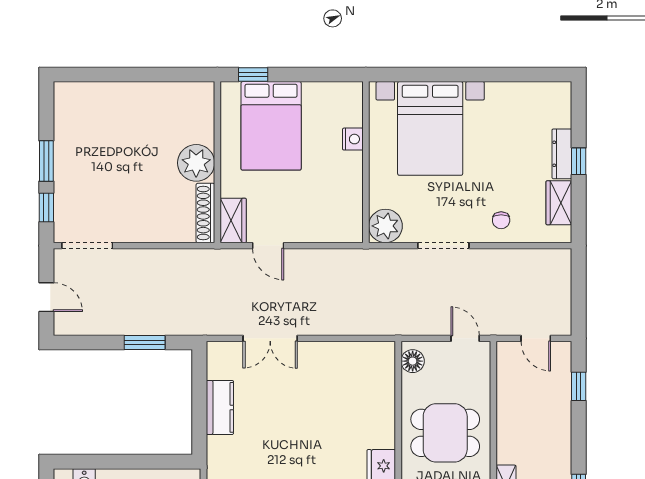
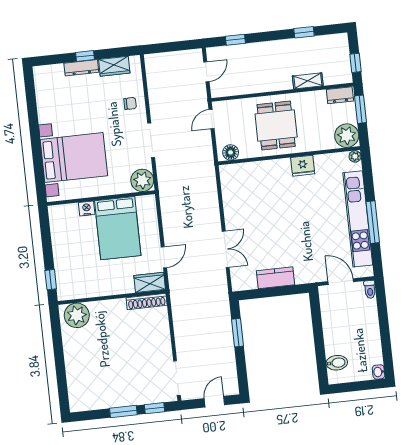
bed: (271, 126) -> (118, 228), moved, turned 90
plant: (196, 163) -> (77, 315), moved

